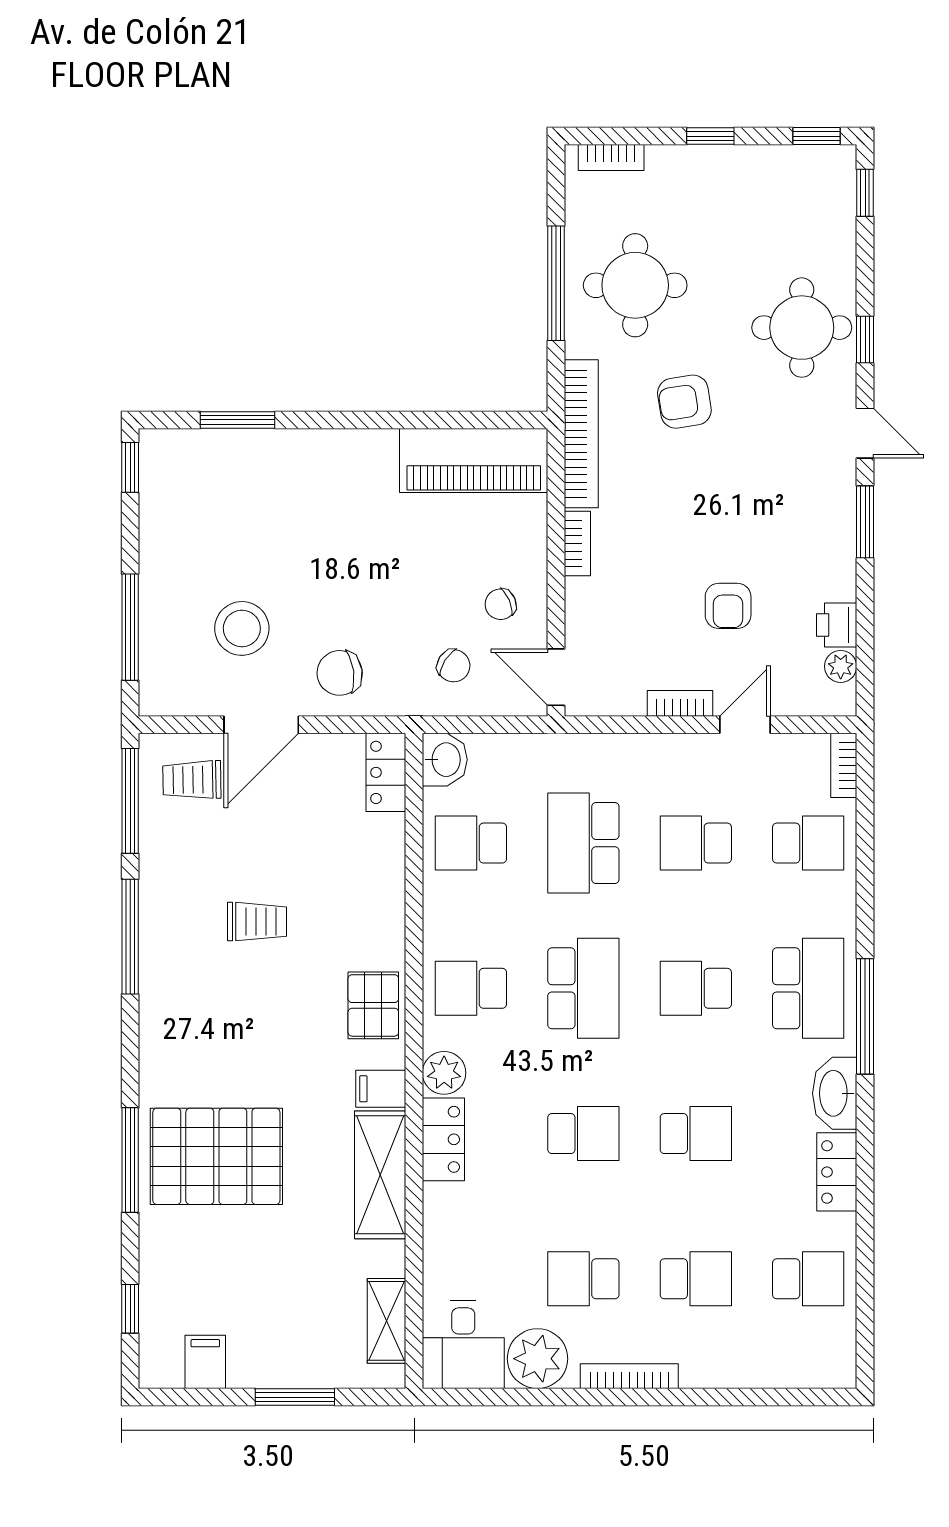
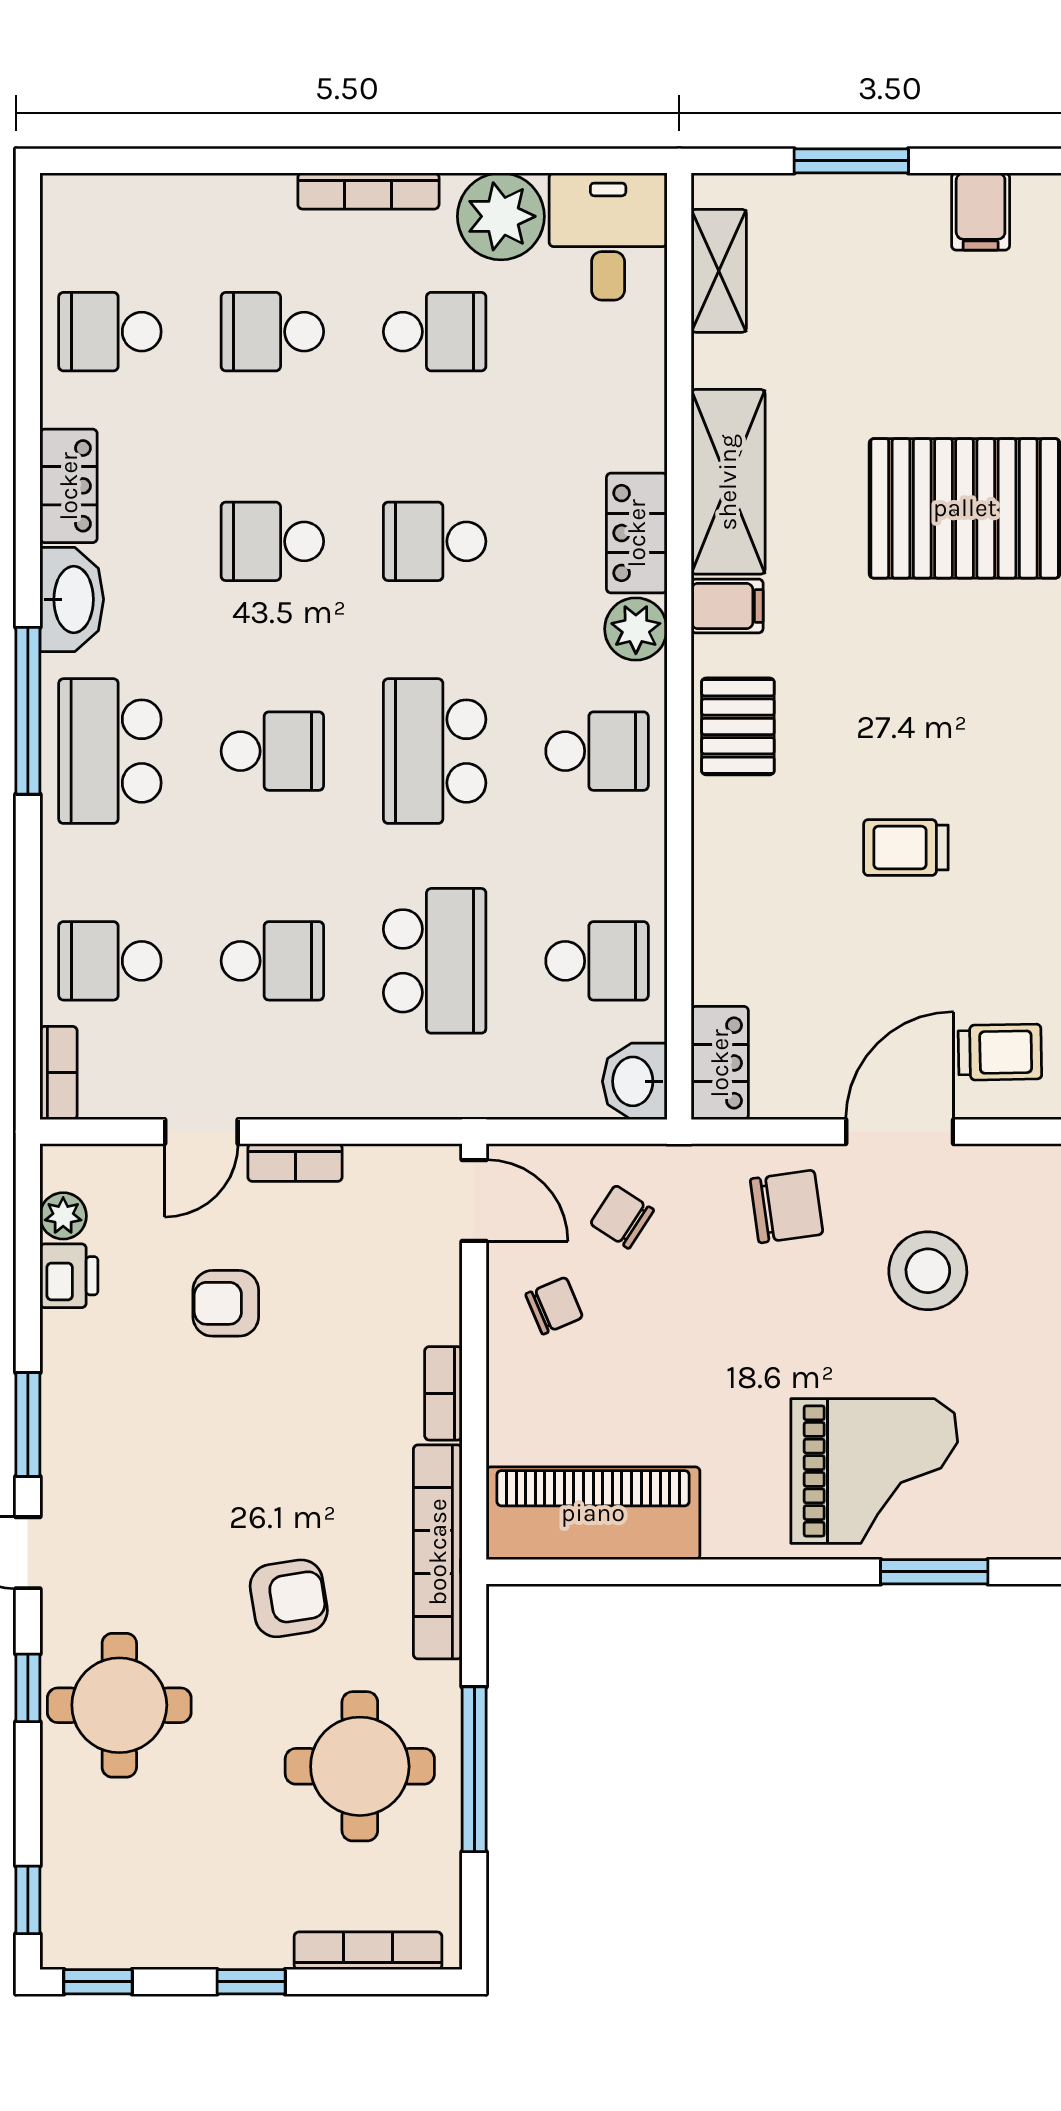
bookcase: (611, 157) -> (368, 1951), width x1.56
grand piano: (279, 490) -> (874, 1471), added
armchair: (728, 606) -> (226, 1303), turned -90

